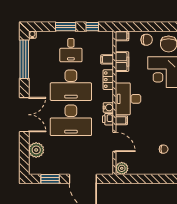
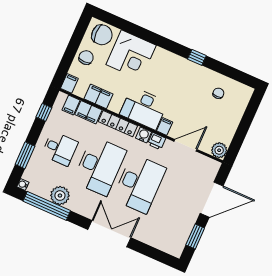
window: (66, 27) -> (25, 155), moved
filing cabinet: (107, 44) -> (71, 105), added
filing cabinet: (107, 59) -> (88, 112), width x2.00
locker: (108, 80) -> (118, 124), width x1.53
plant: (36, 150) -> (60, 196), moved

